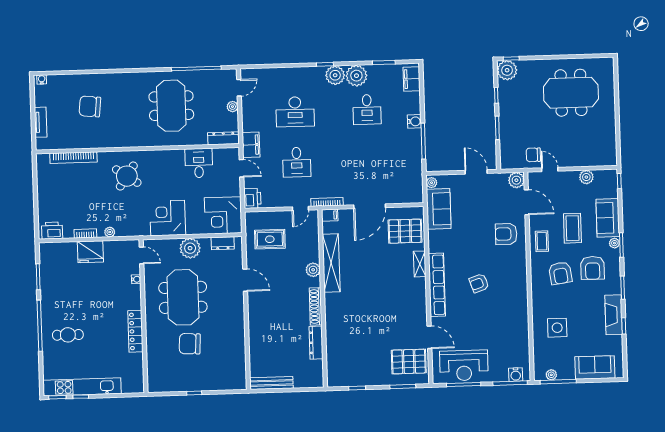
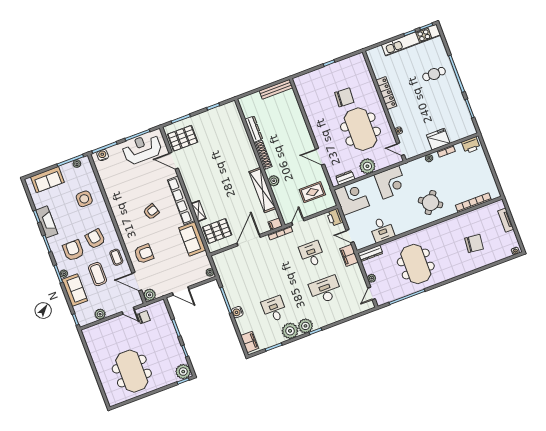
meeting table: (571, 93) -> (132, 371), turned 90
sofa: (439, 209) -> (192, 239), moved

